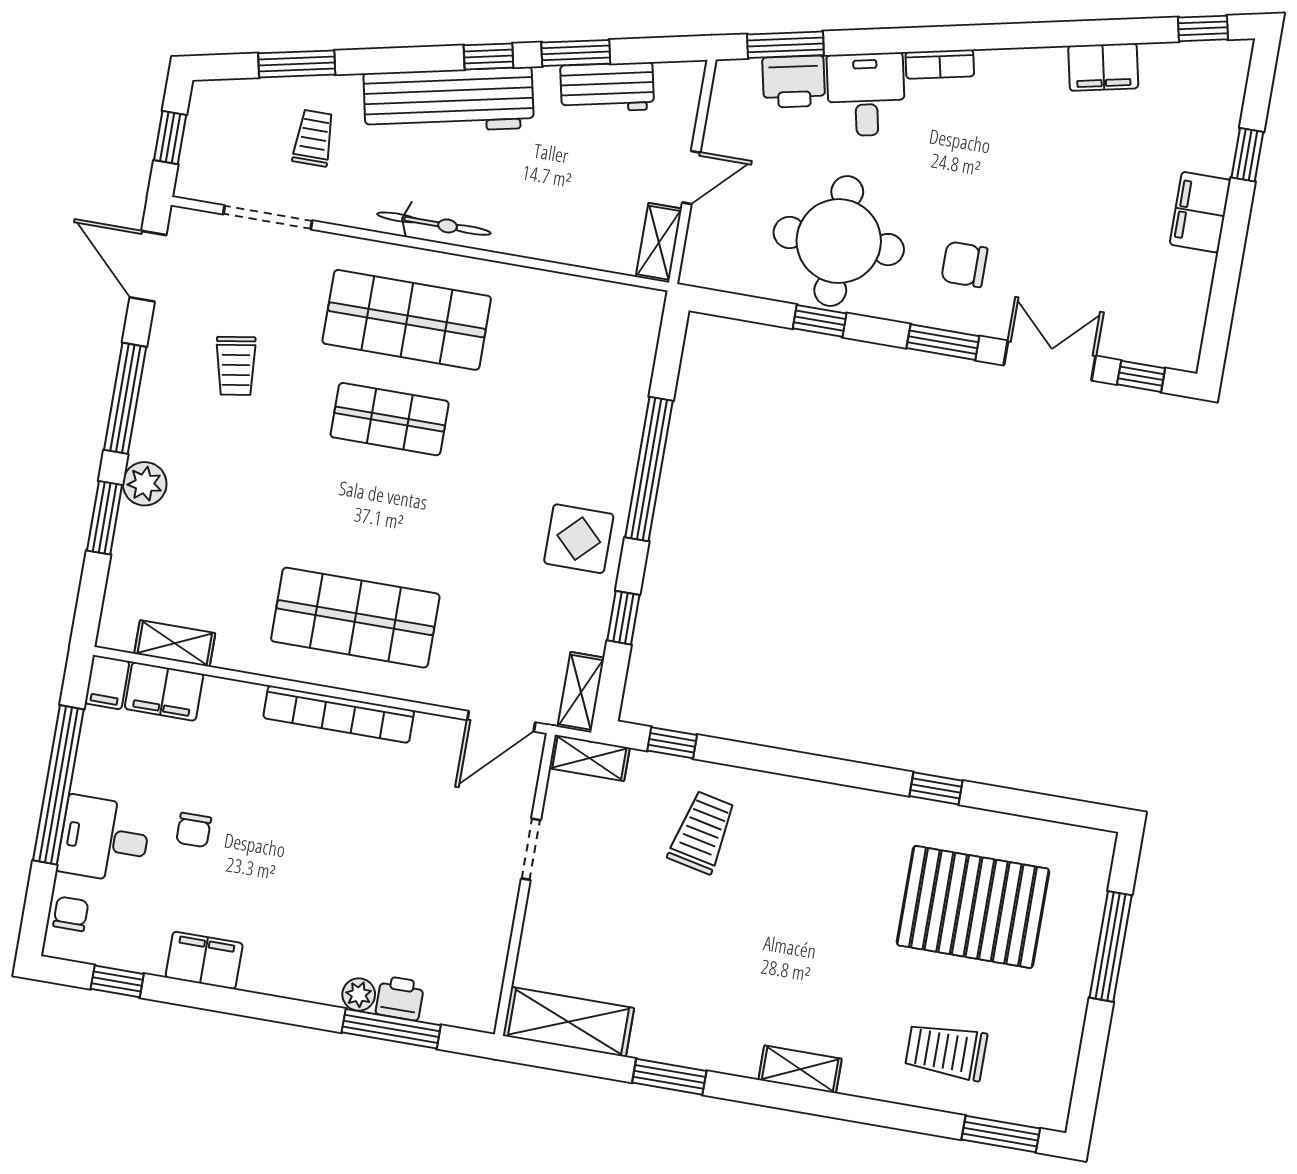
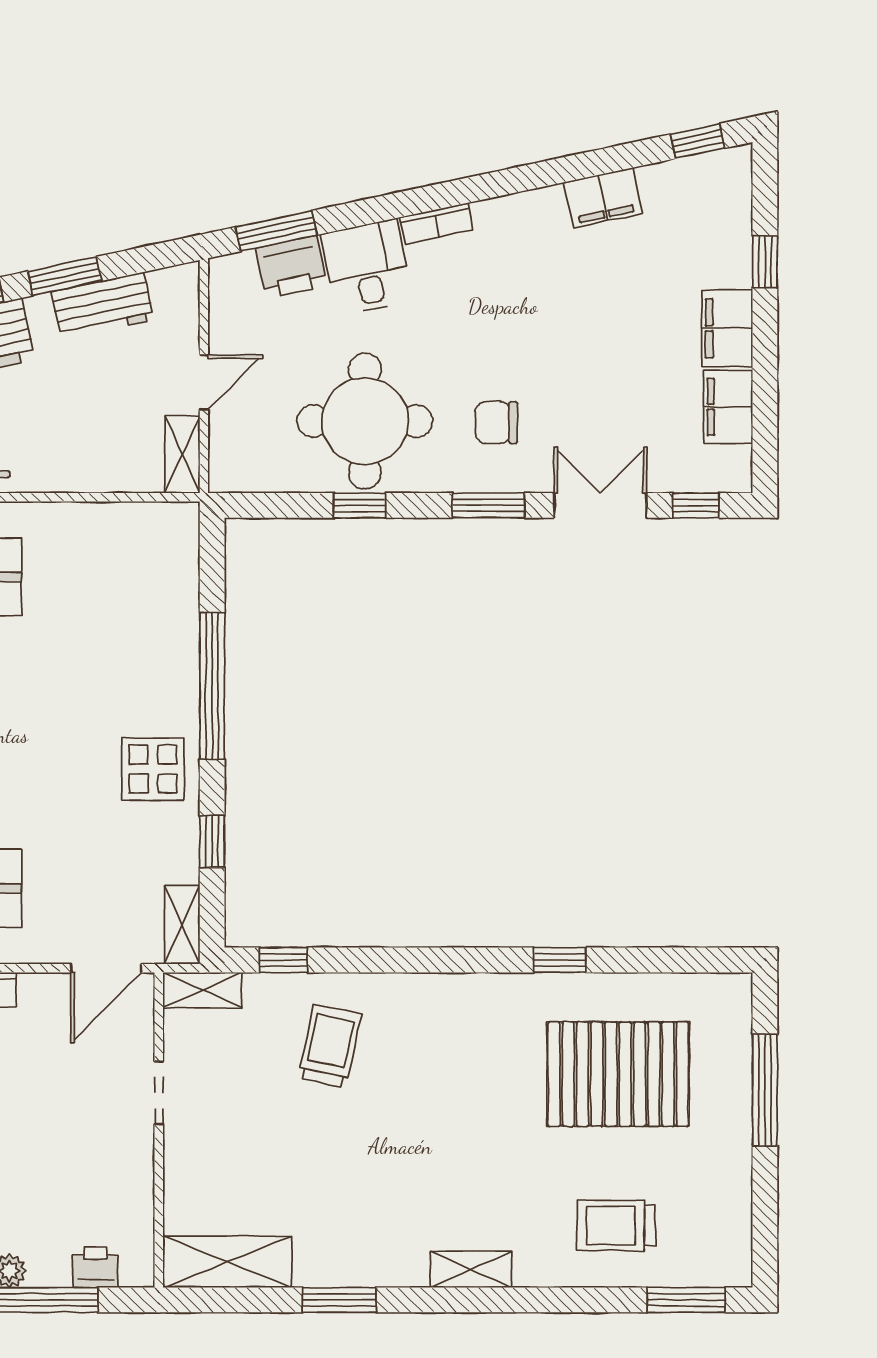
filing cabinet: (1188, 287) -> (728, 407), added
printer: (400, 998) -> (95, 1267), moved

